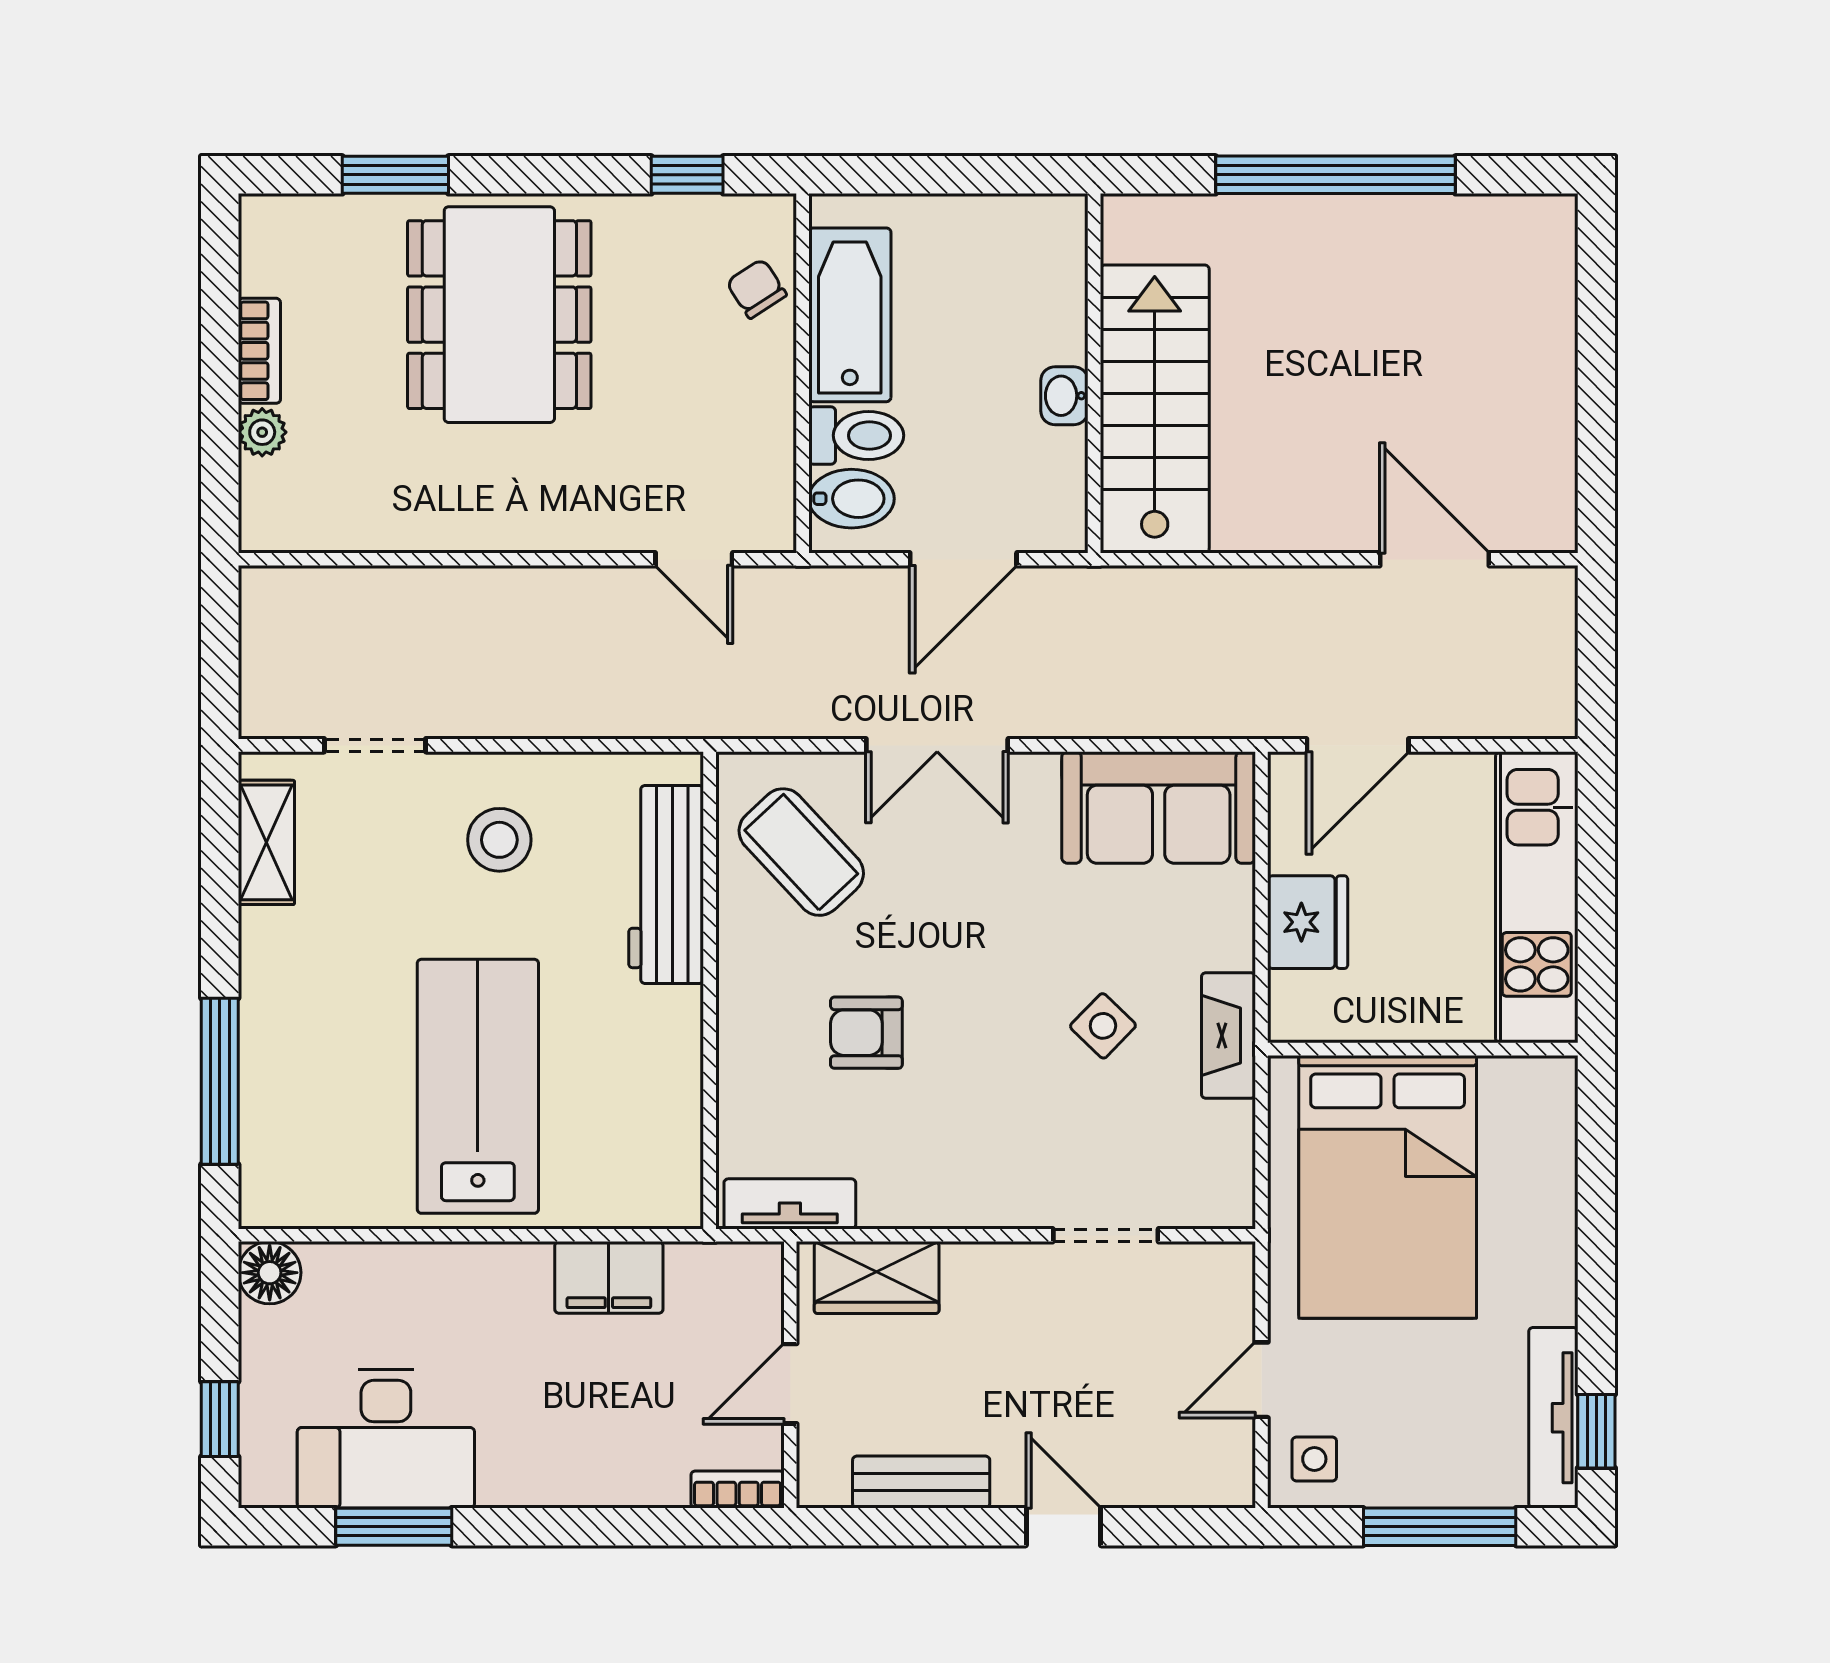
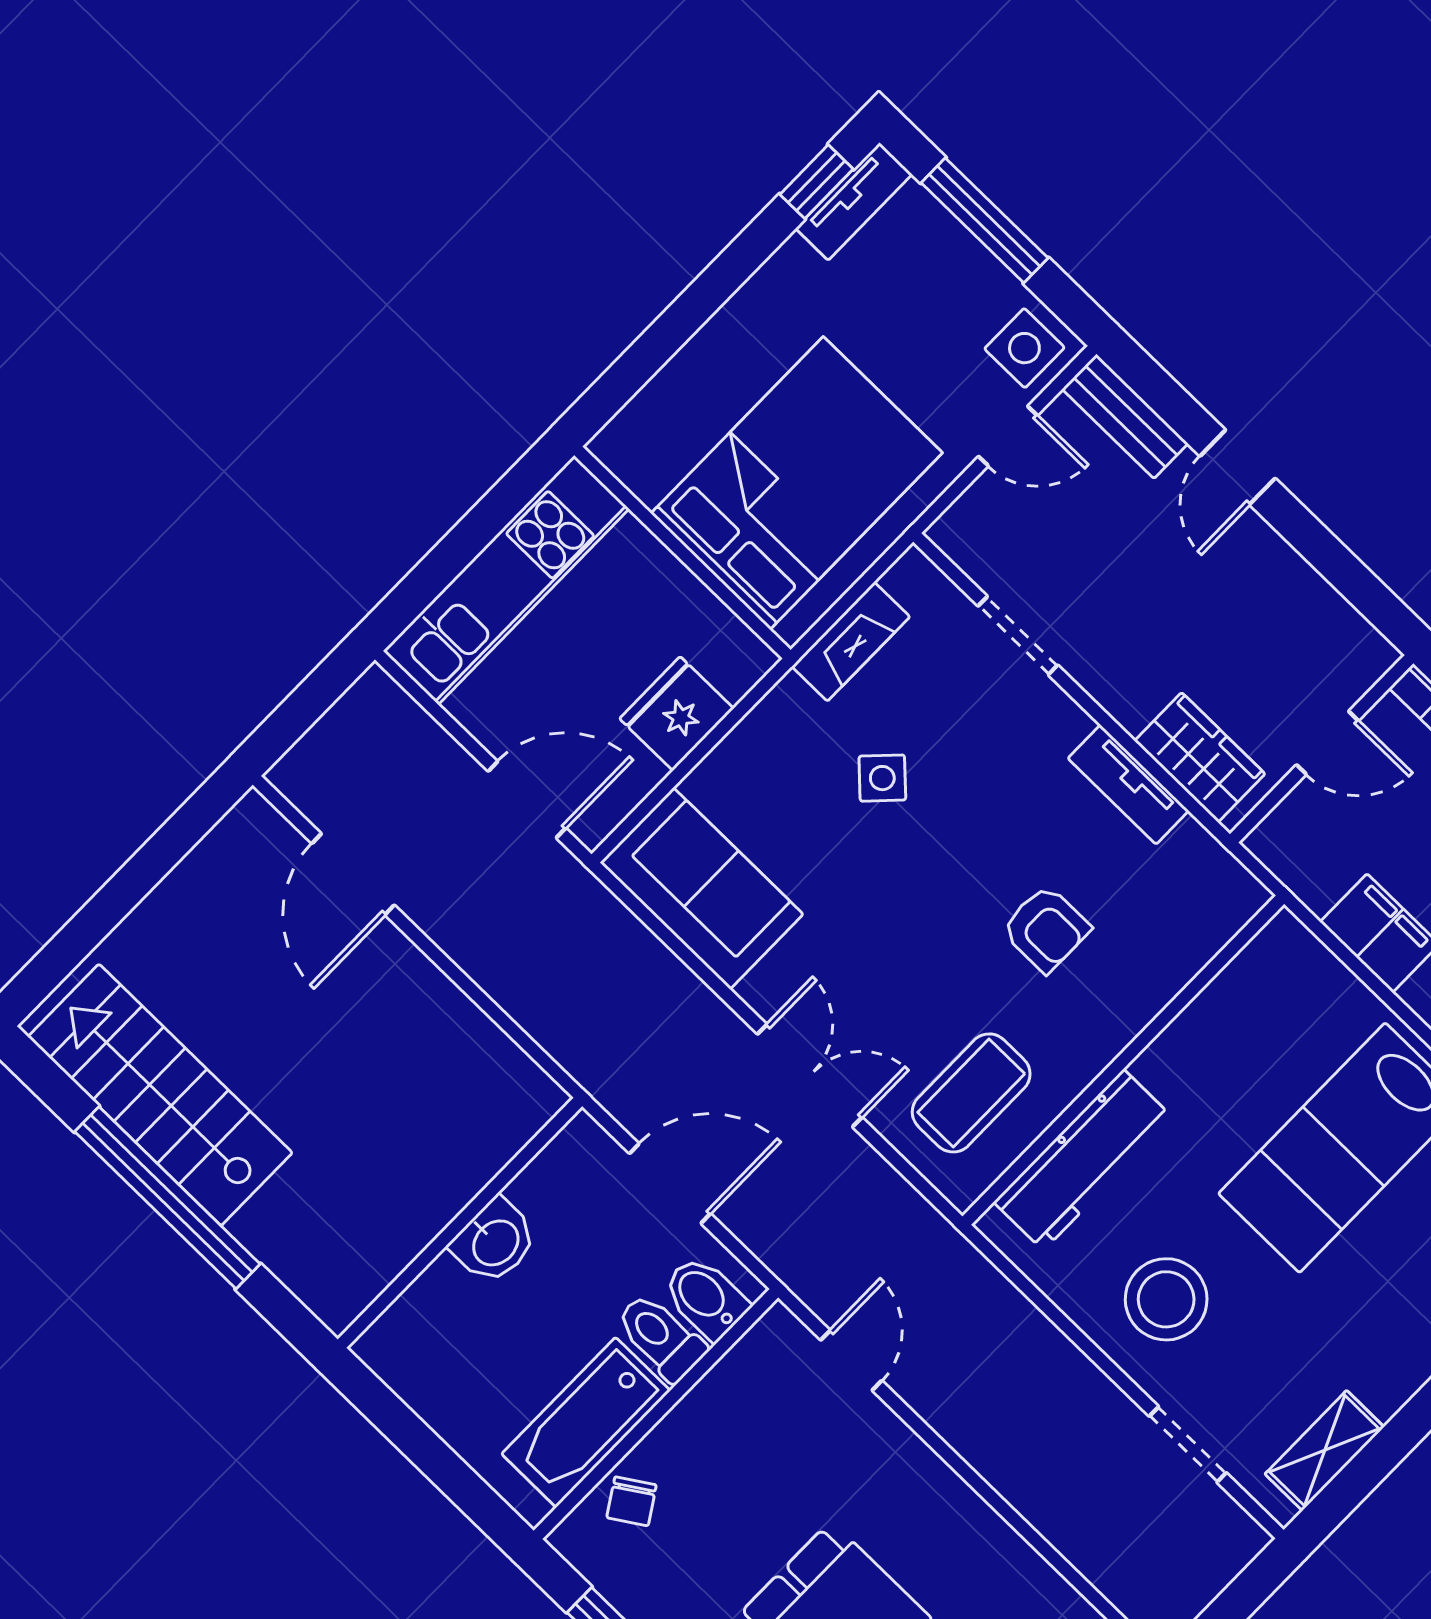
washbasin: (1064, 396) -> (495, 1242), width x1.38, depth x1.45
stairs: (1155, 409) -> (160, 1095), moved, turned 90
stool: (499, 840) -> (1166, 1299), width x1.38, depth x1.38
coffee table: (801, 852) -> (971, 1093), turned 43
fireplace: (1228, 1035) -> (851, 642), moved
tv unit: (790, 1204) -> (1128, 784), moved
tv unit: (1553, 1418) -> (854, 201), width x0.71
side table: (1314, 1459) -> (1024, 348), width x1.37, depth x1.37
bench: (921, 1482) -> (1125, 416), moved

